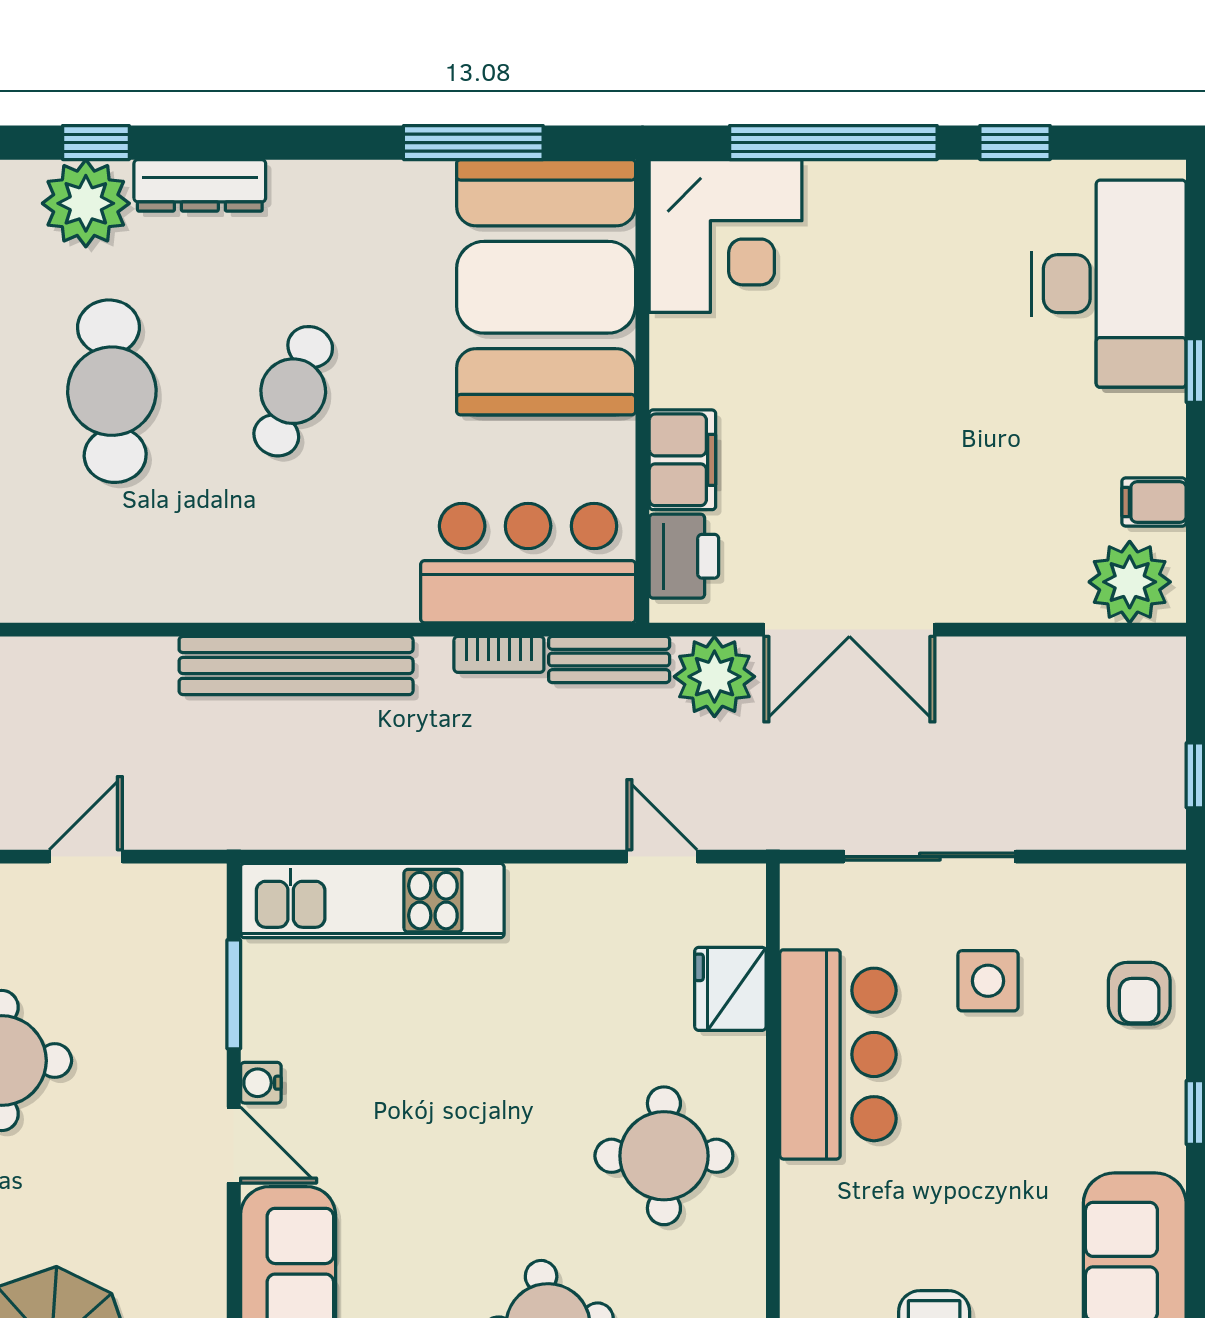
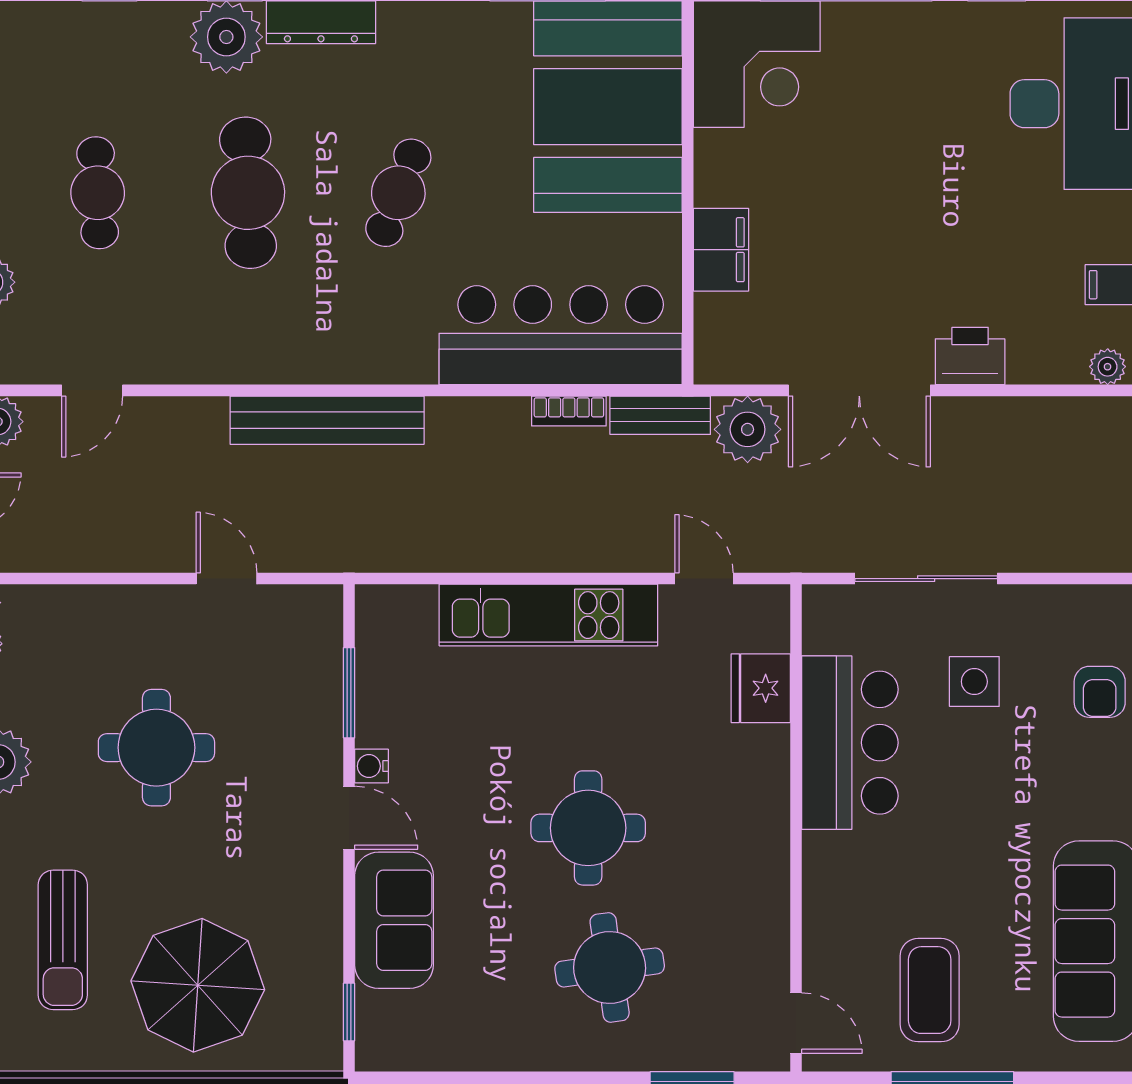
printer: (684, 556) -> (970, 356), moved, turned -90
bar counter: (528, 563) -> (561, 335), width x1.36
plant: (1130, 582) -> (1108, 367), width x0.53, depth x0.53
bench: (296, 665) -> (327, 420), moved
door: (86, 857) -> (226, 579), hinge flipped
kitchen unit: (372, 901) -> (548, 615), moved
round table: (664, 1156) -> (588, 828), moved

